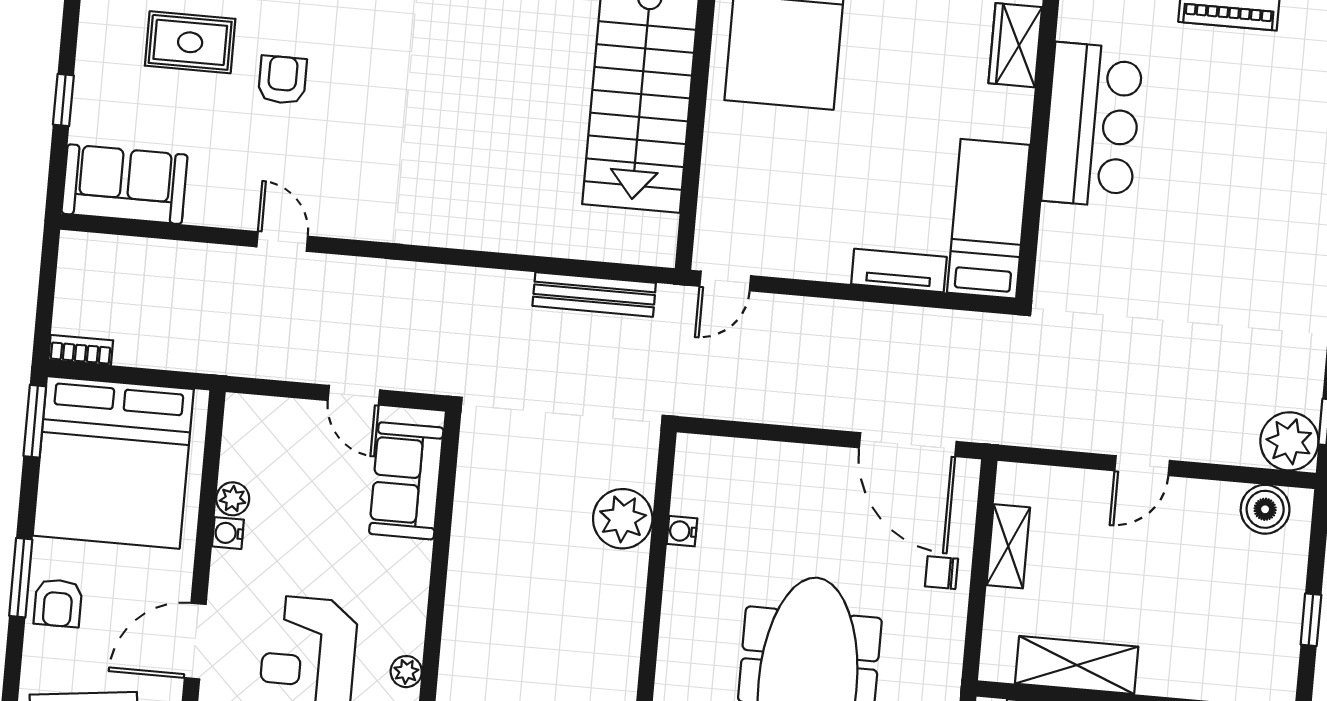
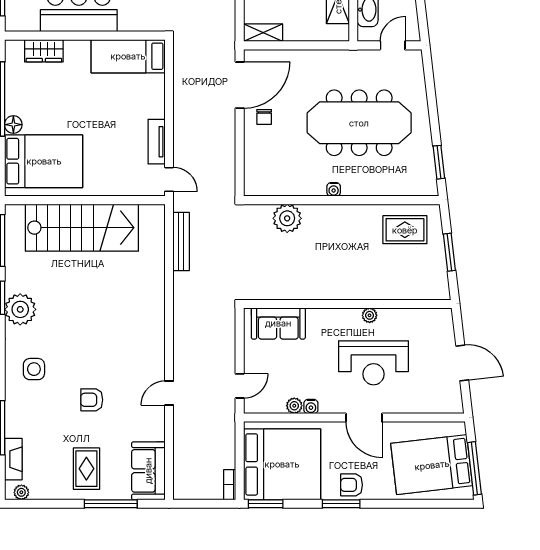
rug: (190, 42) -> (86, 469), moved
window: (63, 100) -> (111, 504), width x2.17
tv unit: (899, 270) -> (157, 142), moved
door: (354, 395) -> (240, 386), moved
water cooler: (682, 531) -> (334, 189), moved
shelving: (1008, 546) -> (263, 33), moved
chair: (942, 573) -> (264, 117), moved
armchair: (58, 603) -> (352, 485), turned 180

